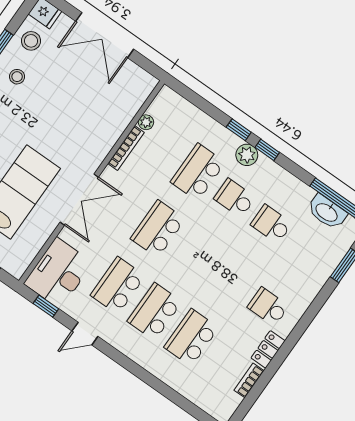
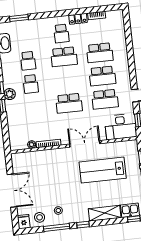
school desk: (198, 172) -> (64, 57), moved

